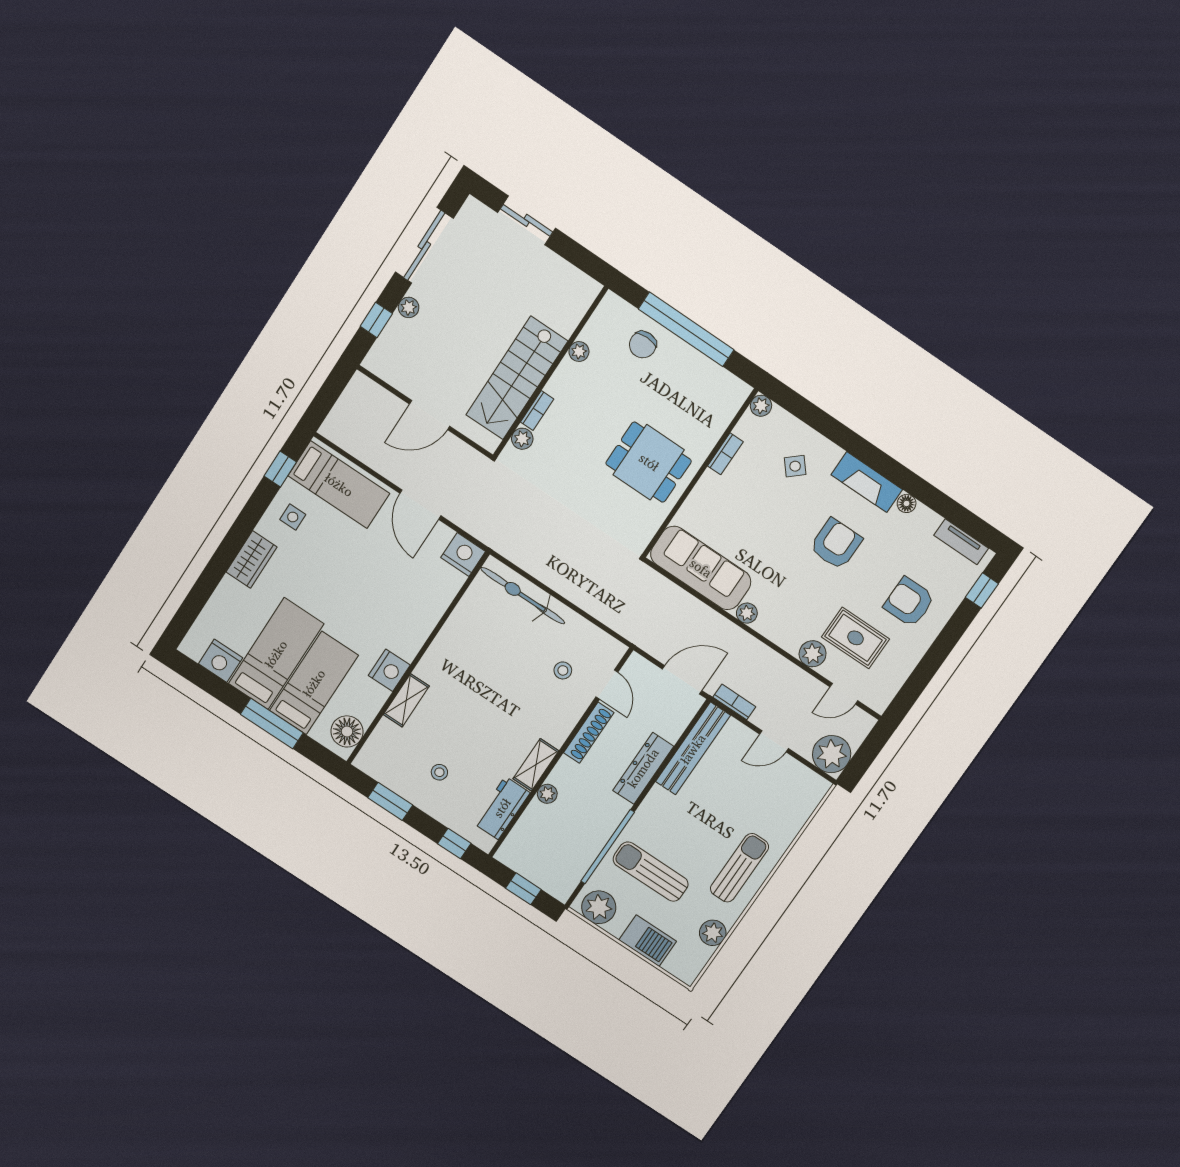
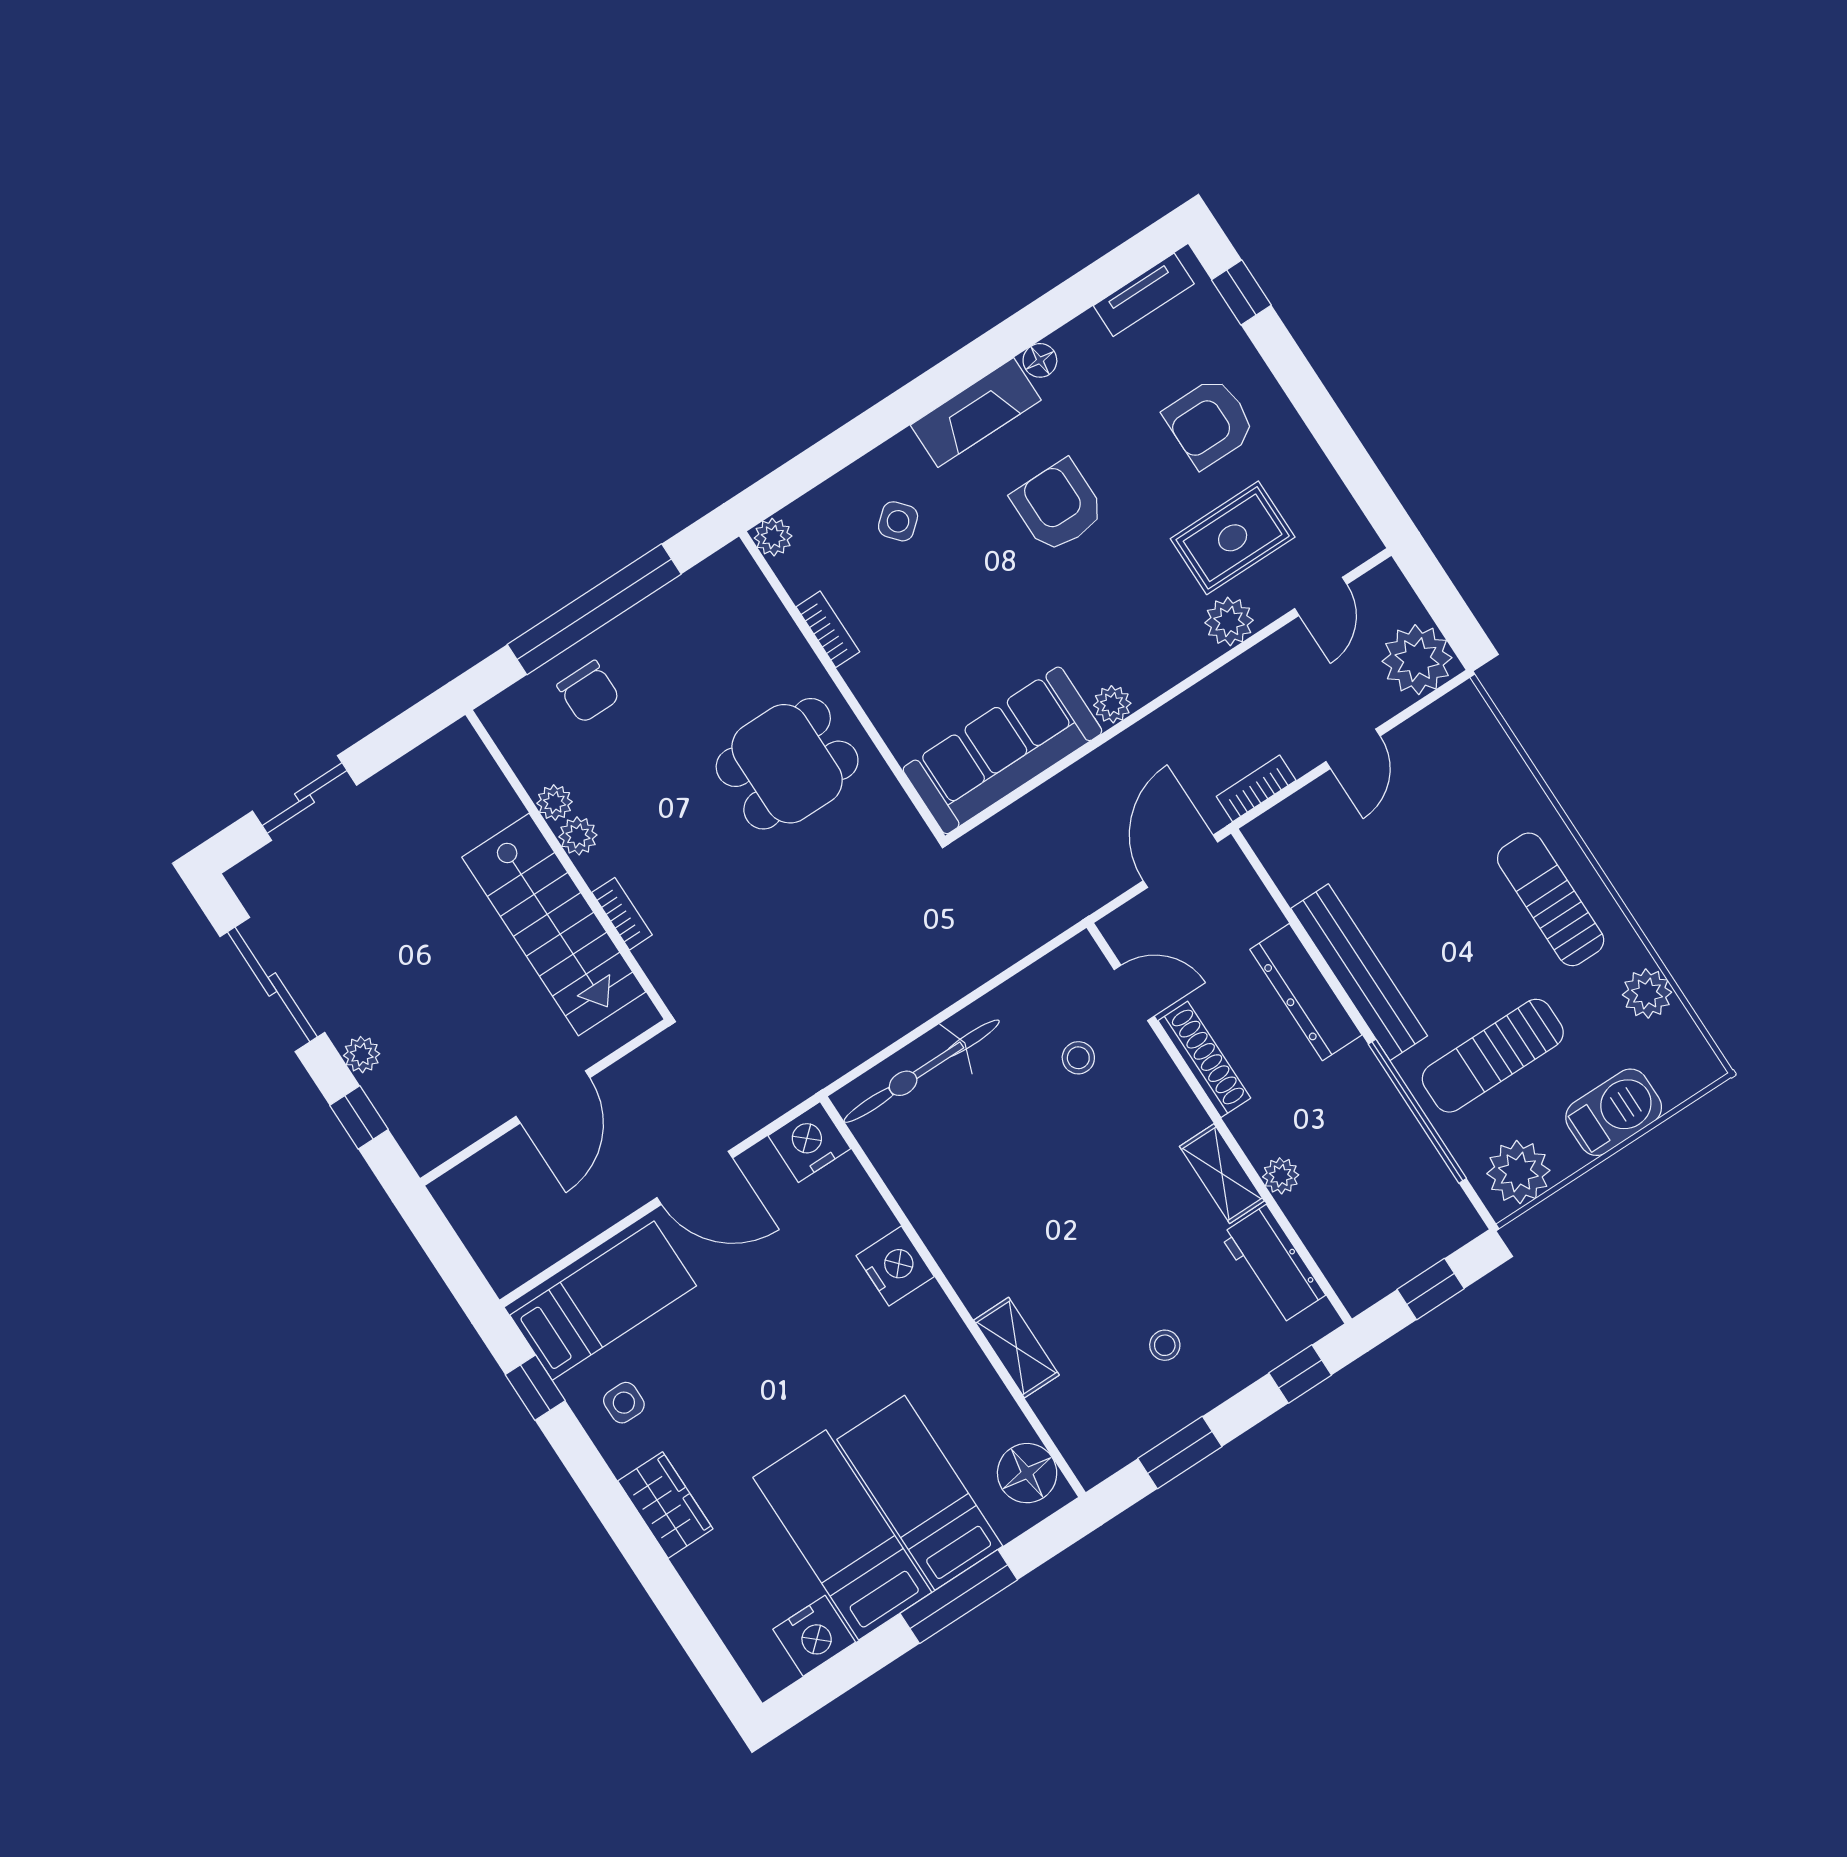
plant: (522, 439) -> (578, 836), moved
nightstand: (389, 670) -> (895, 1266), moved
bench: (693, 749) -> (1359, 972), moved

